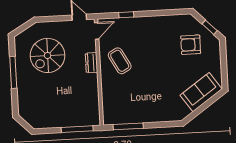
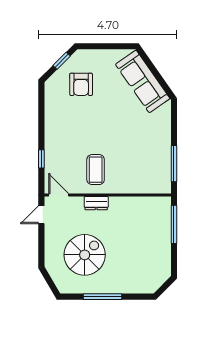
spiral stairs: (48, 55) -> (85, 255), turned -90
coffee table: (120, 61) -> (96, 170), turned -61
sofa: (201, 92) -> (143, 81), width x1.36

